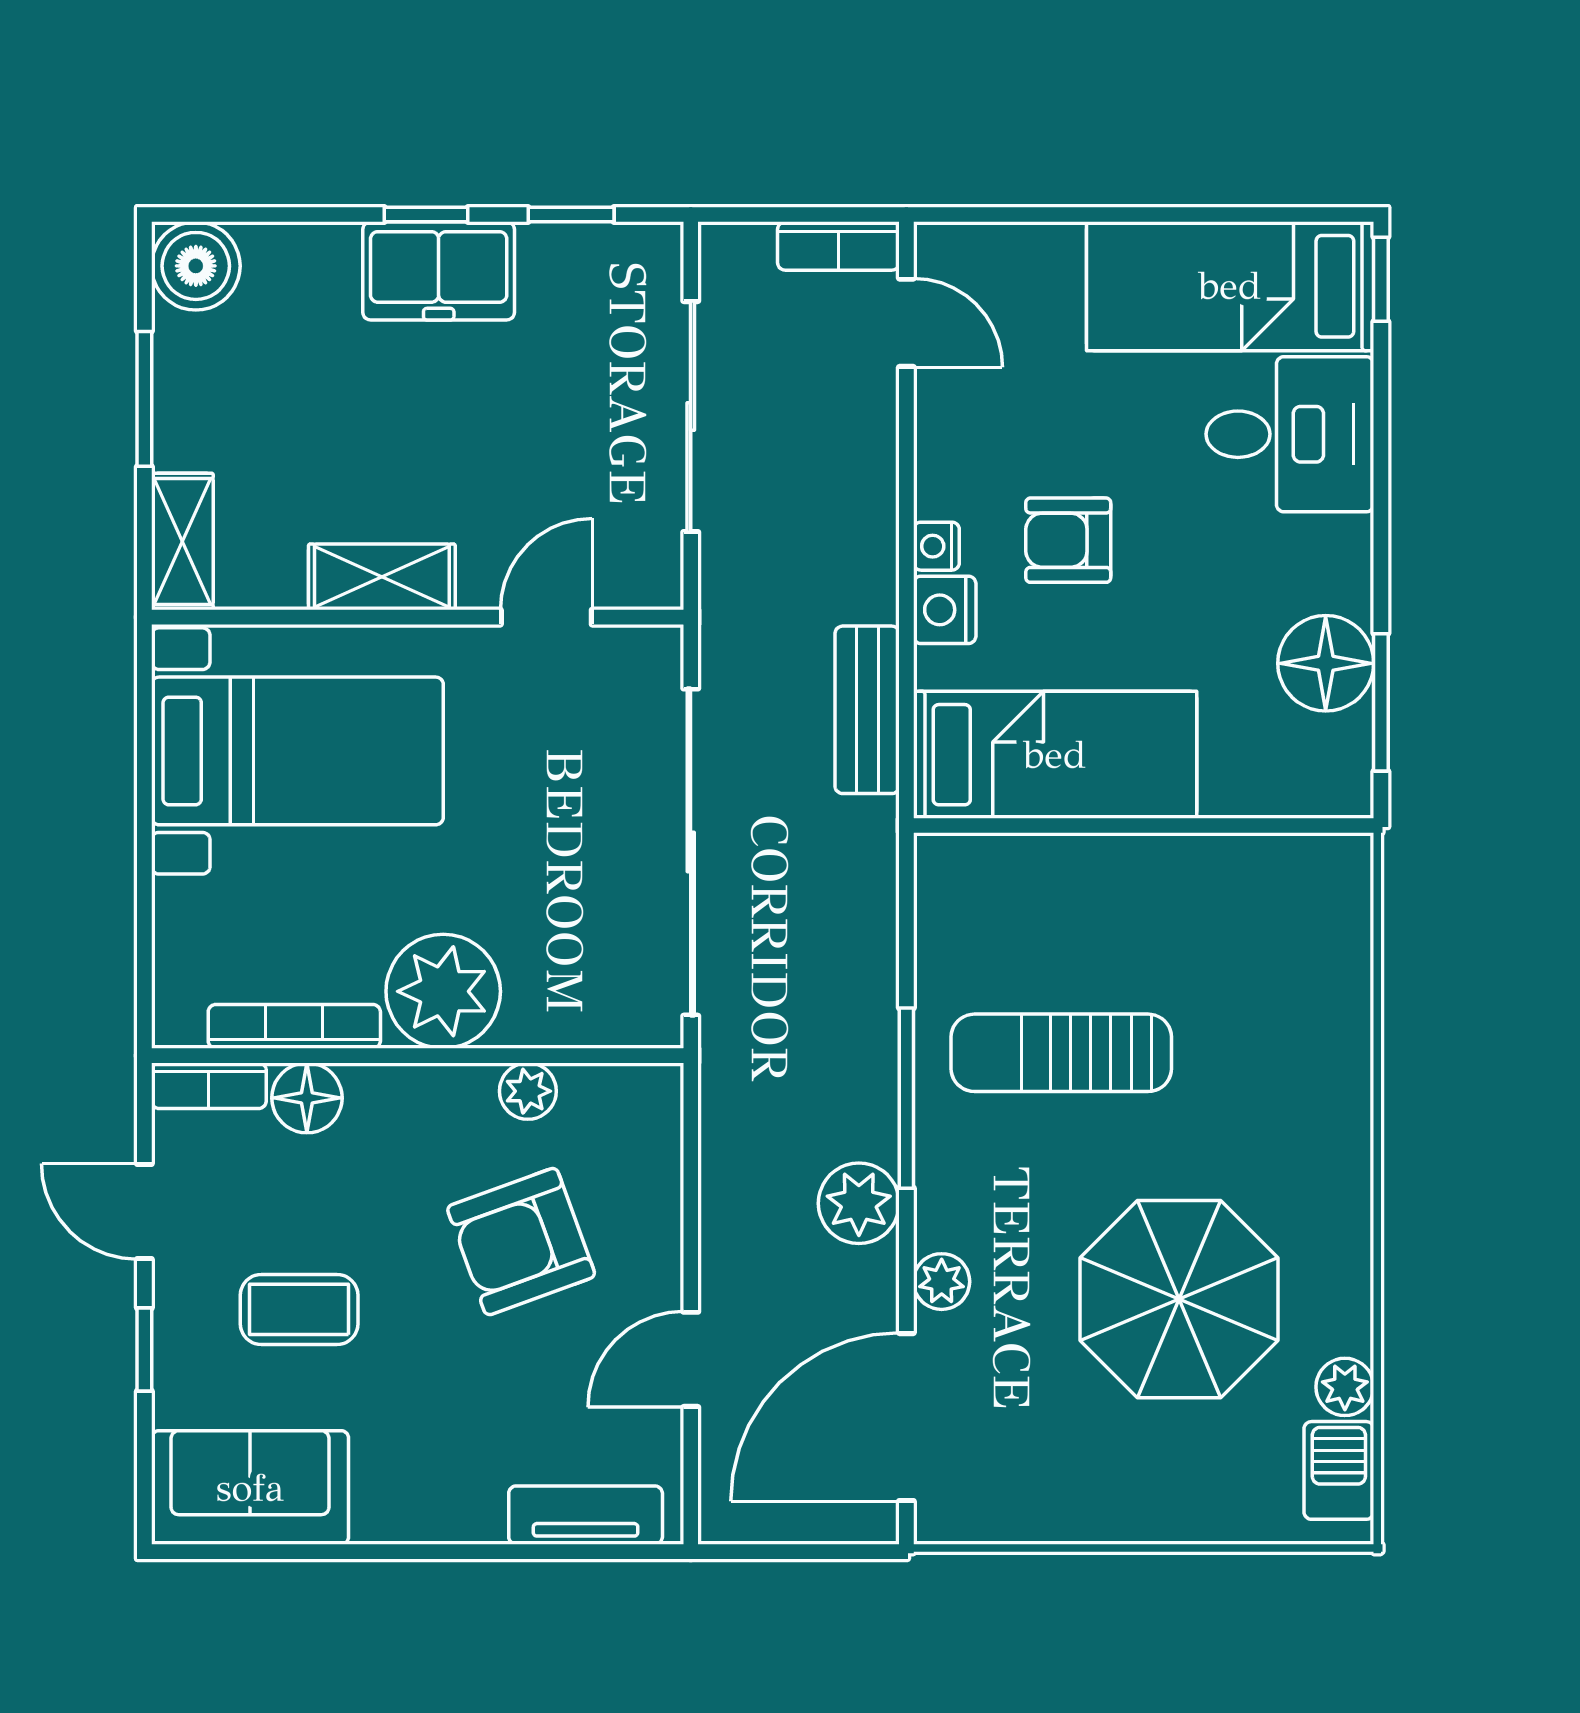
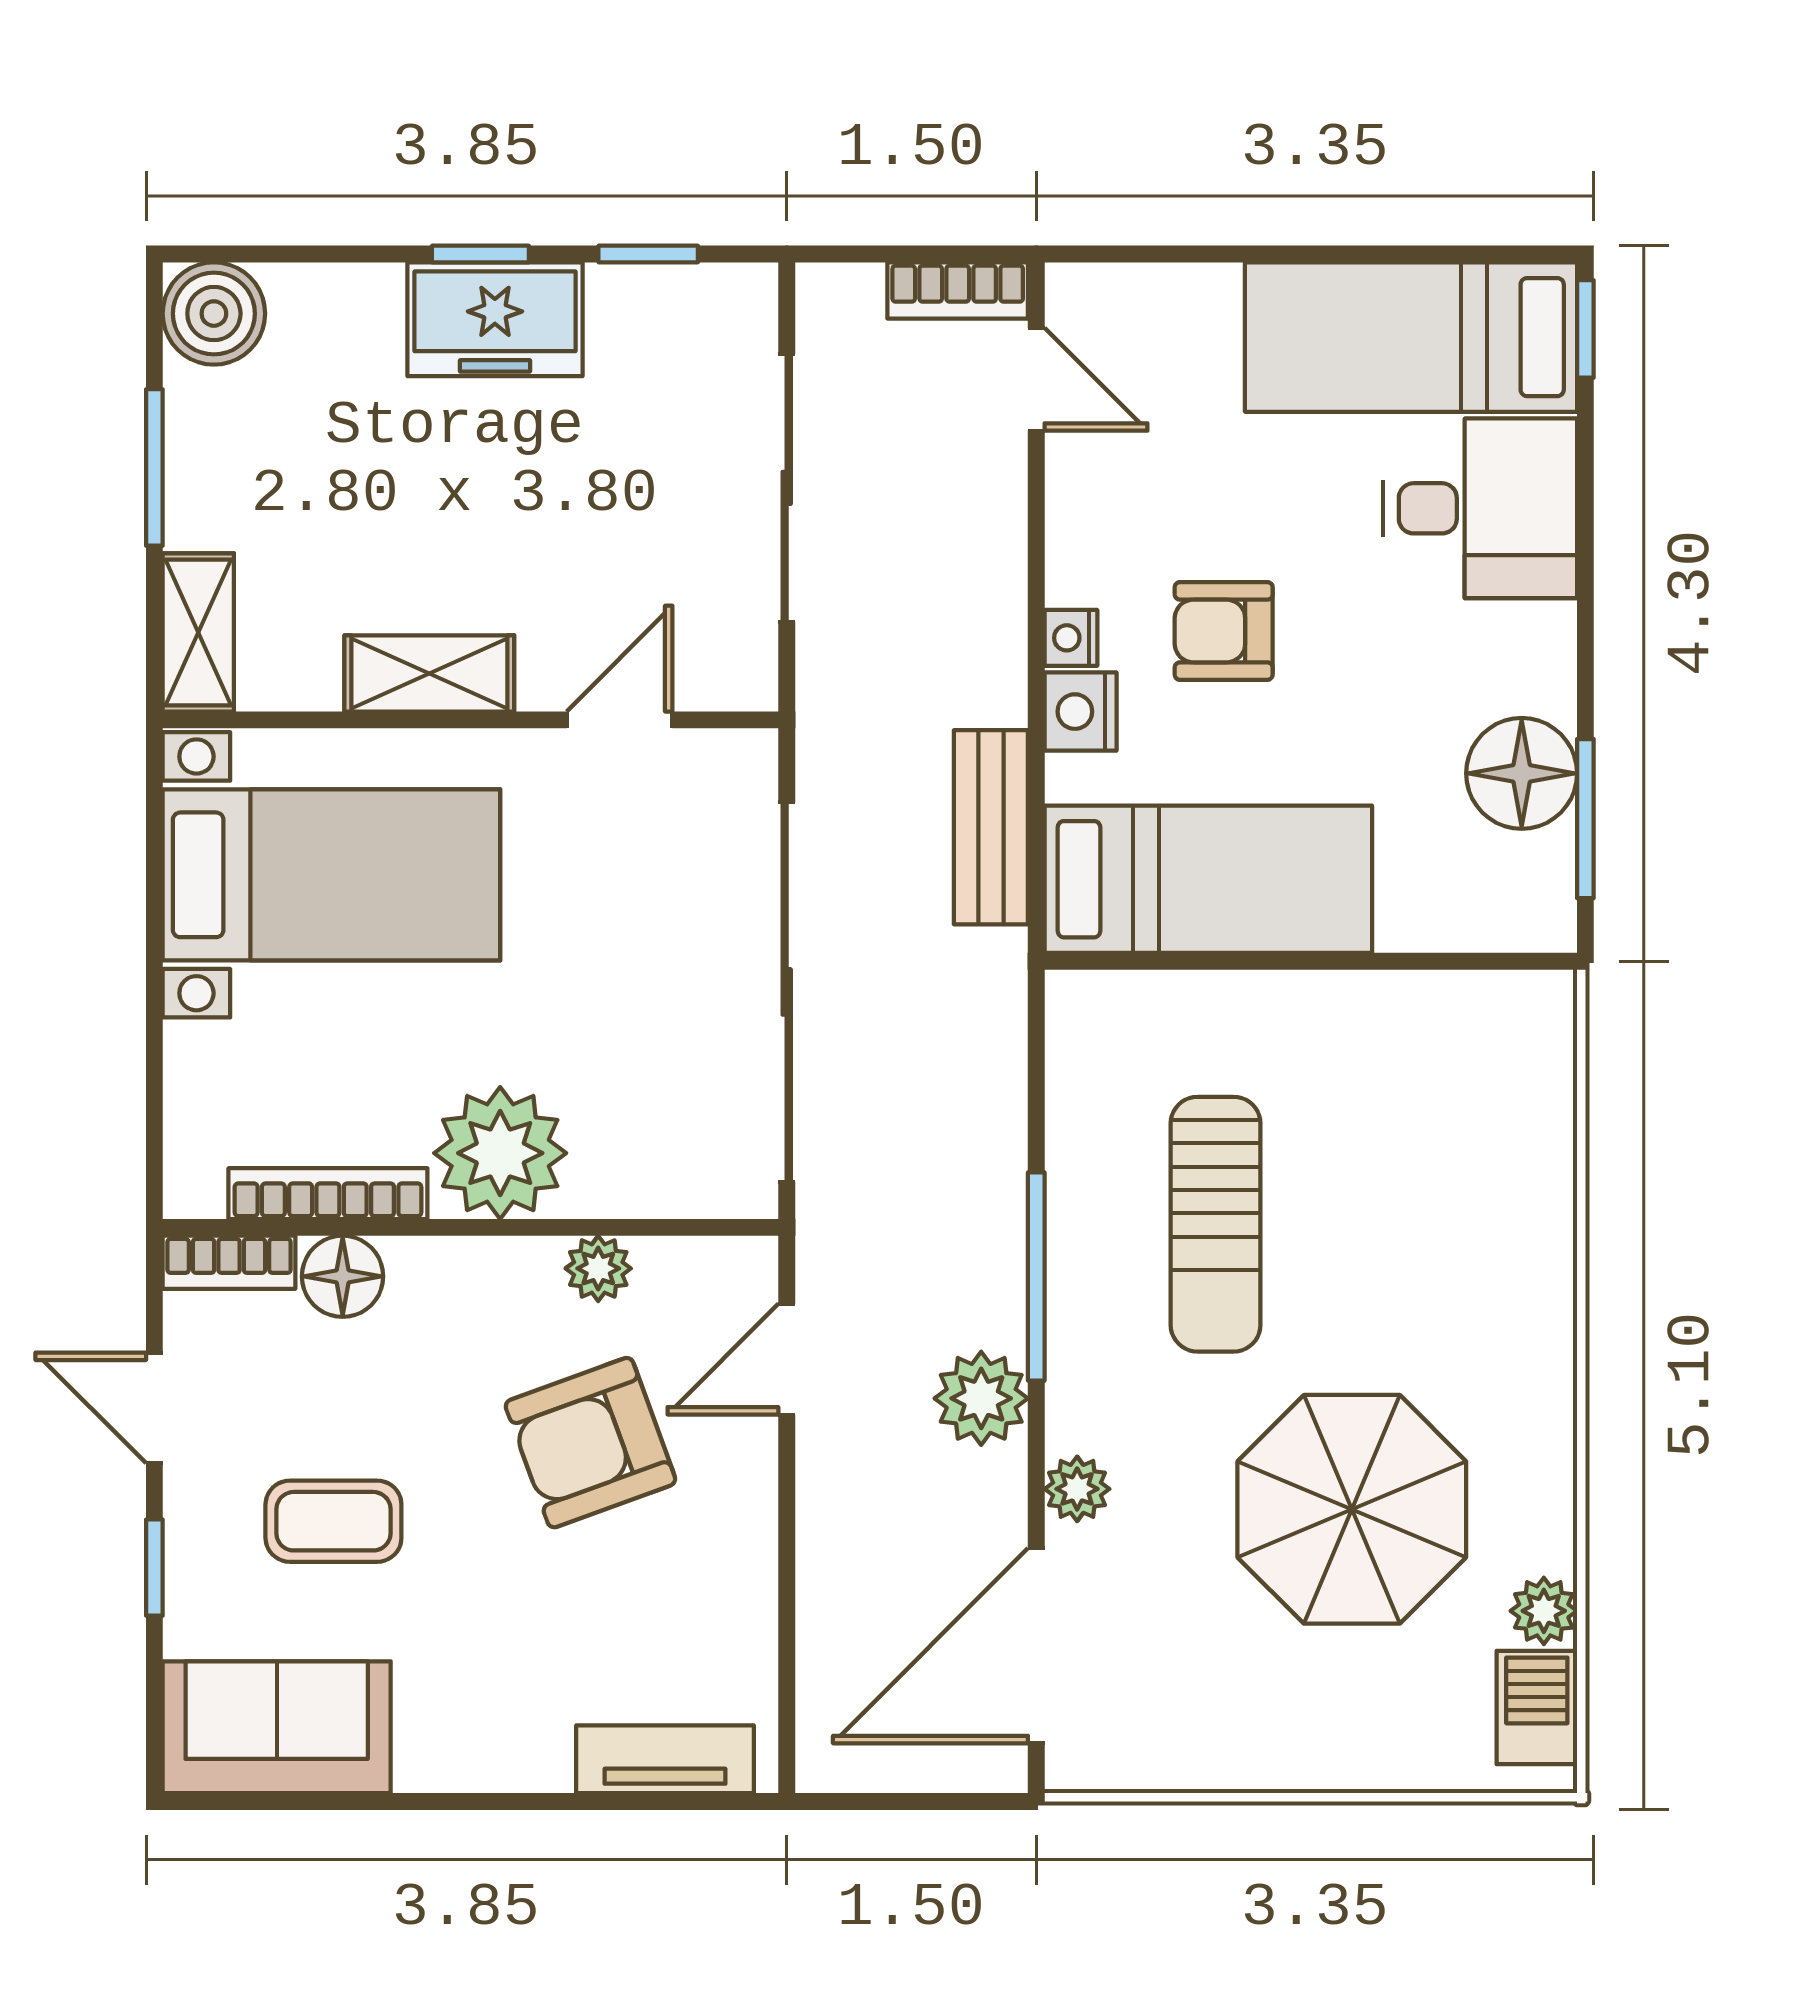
sun lounger: (1061, 1053) -> (1216, 1224), turned -90
door: (691, 1359) -> (787, 1359), moved

